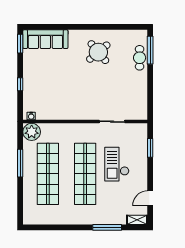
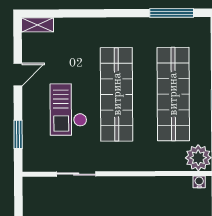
checkout: (117, 164) -> (68, 110), turned 180
door: (150, 198) -> (18, 75), moved
window: (107, 227) -> (172, 13), moved

